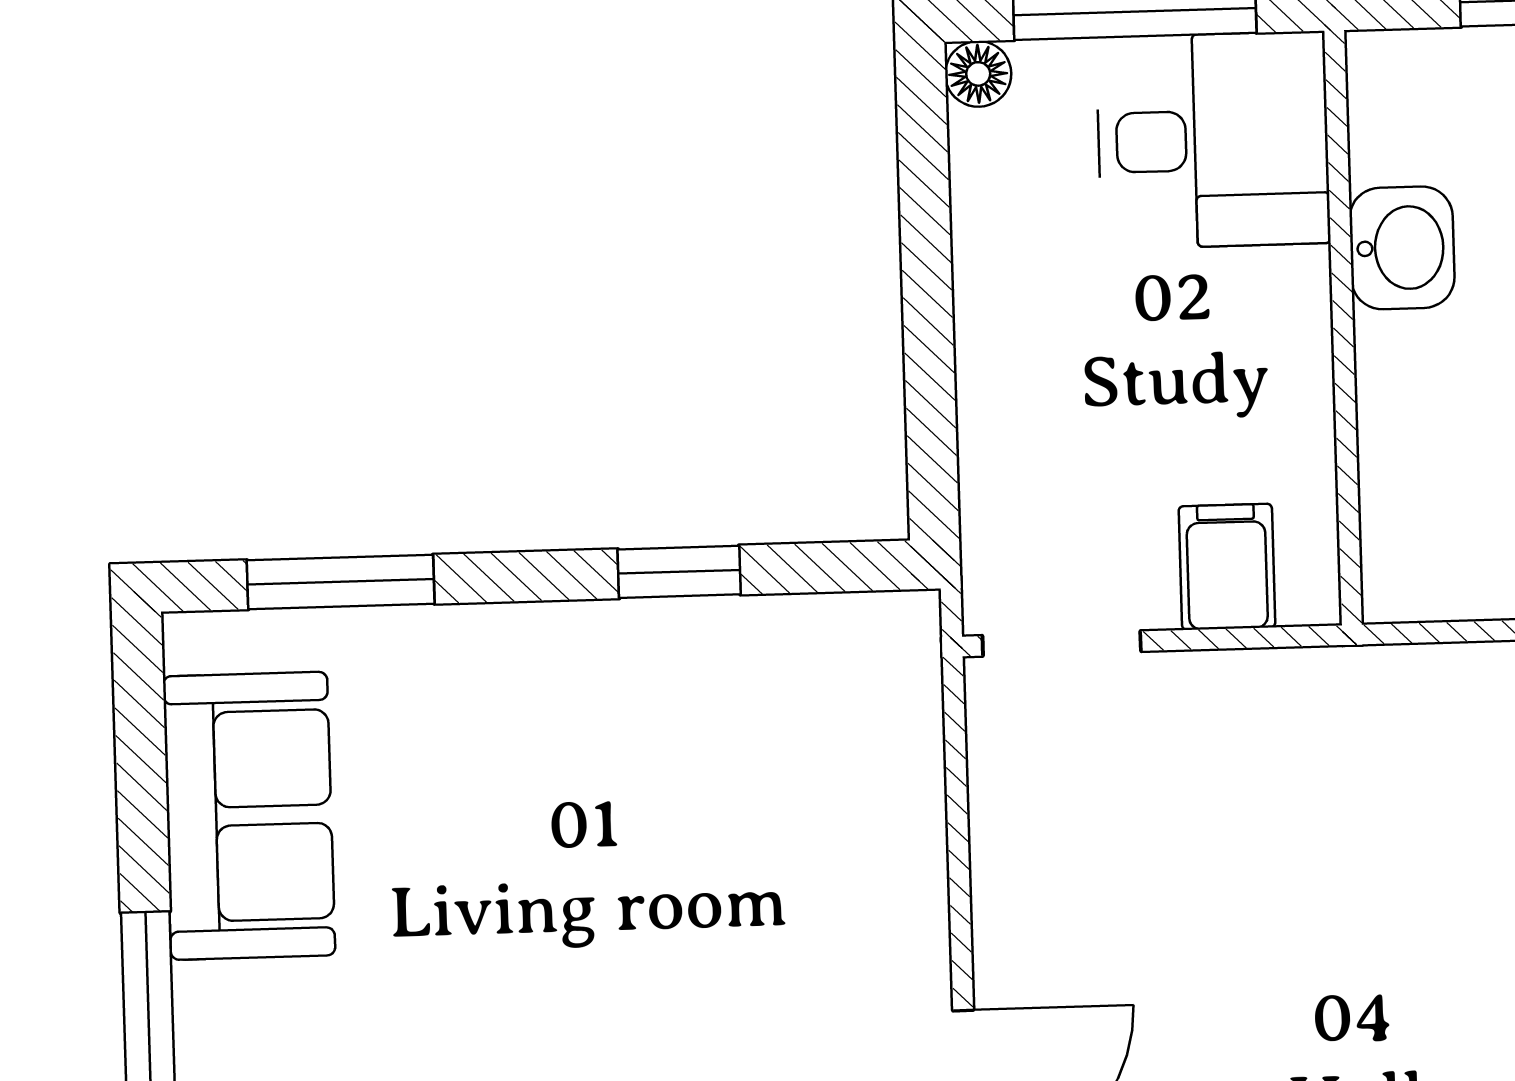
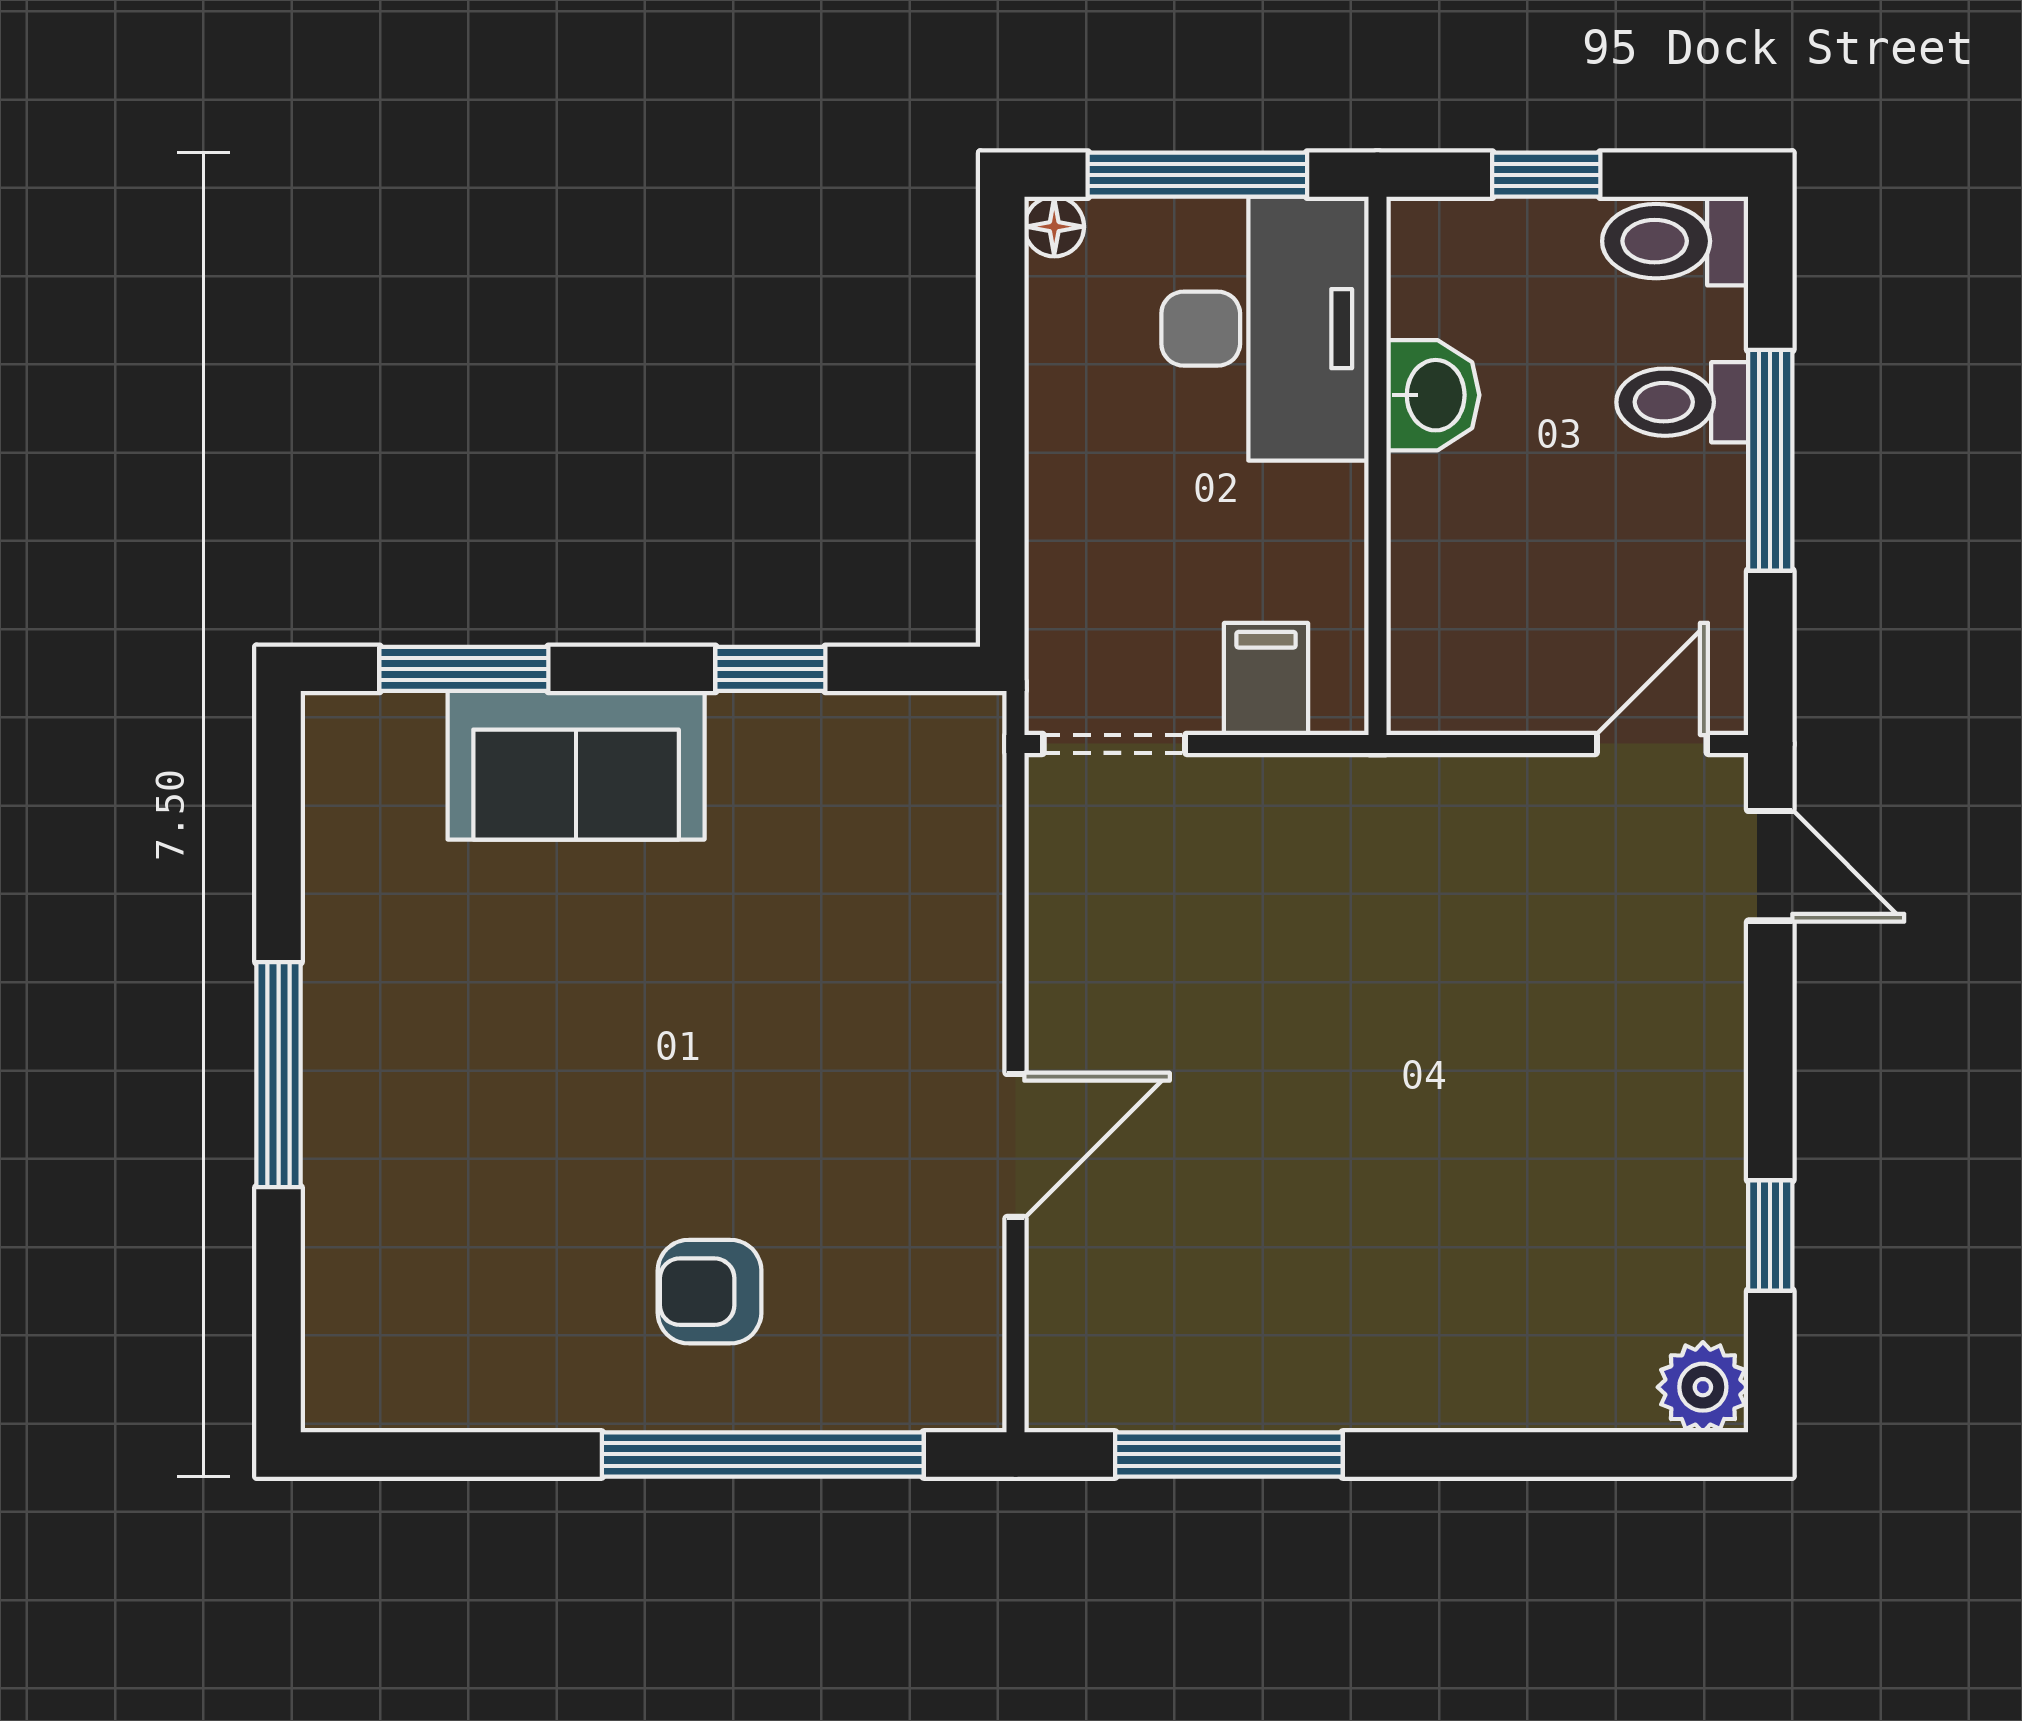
desk: (1213, 140) -> (1265, 329), width x1.37
sofa: (249, 816) -> (576, 765), moved, turned 90

